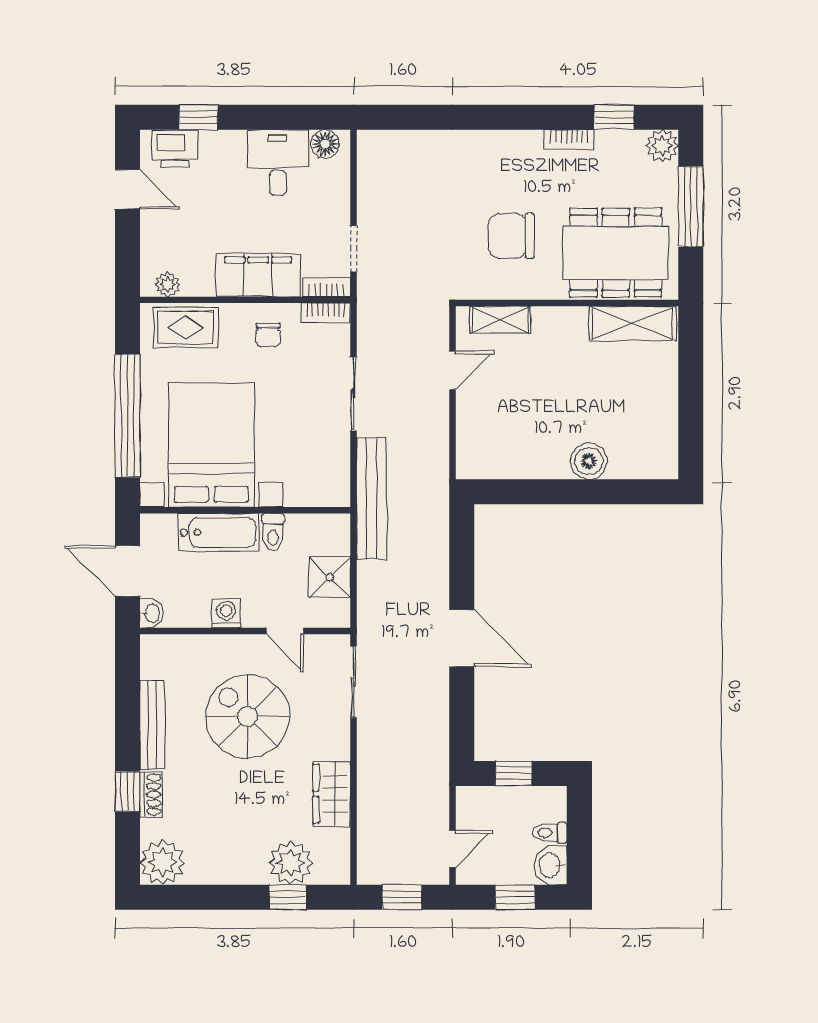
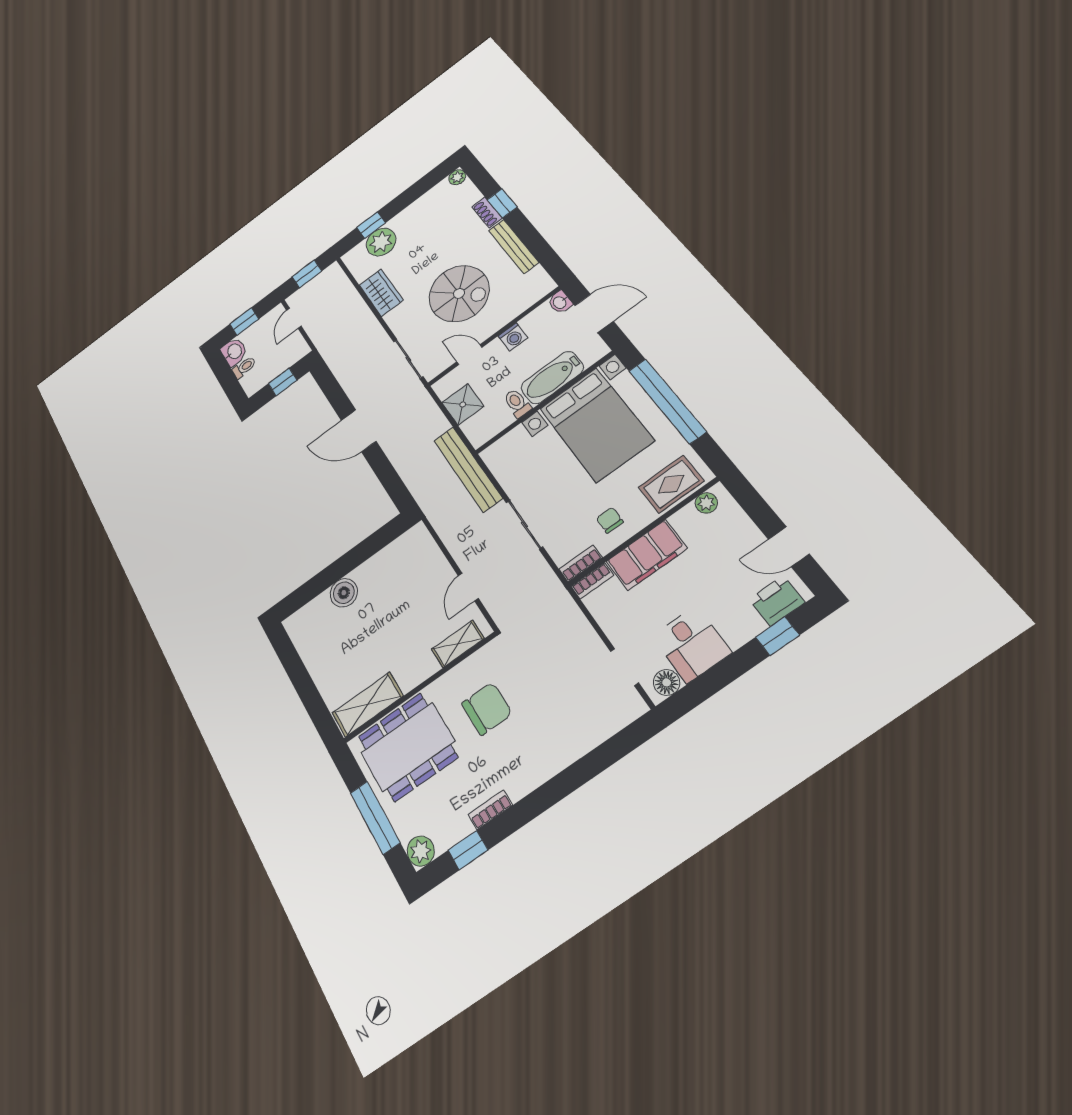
doorway: (353, 249) -> (624, 667), moved
plant: (163, 862) -> (457, 177), width x0.53, depth x0.53

